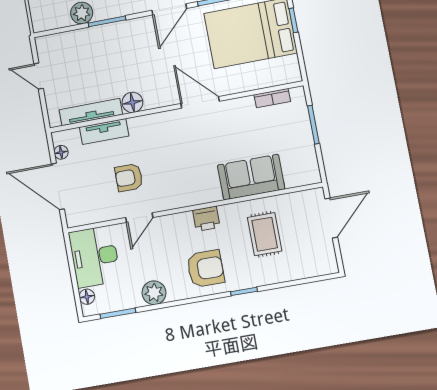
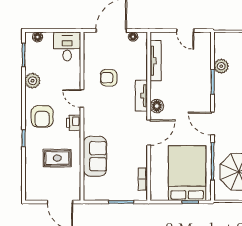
door: (39, 76) -> (185, 31), swing flipped
floor lamp: (132, 102) -> (157, 106), moved
tv unit: (104, 132) -> (141, 96), moved
armchair: (129, 178) -> (109, 78), turned -90
door: (139, 218) -> (82, 98), moved
desk: (95, 257) -> (67, 47), width x0.73

